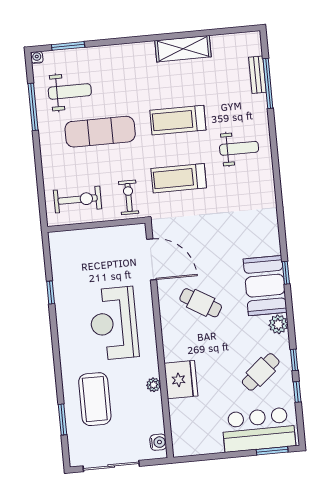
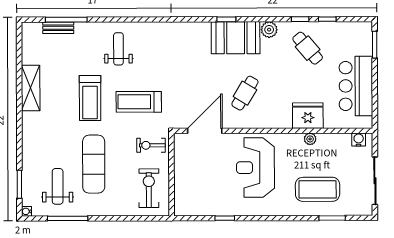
treadmill: (179, 178) -> (139, 102), turned 90
reception desk: (114, 323) -> (255, 168), turned 90
bar counter: (259, 430) -> (356, 86), moved

